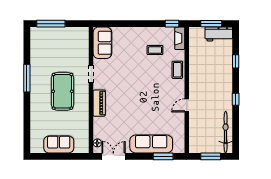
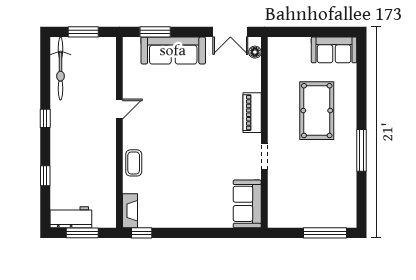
coffee table: (155, 50) -> (167, 193), removed
pool table: (62, 91) -> (317, 111), moved
sofa: (59, 144) -> (334, 50), moved

